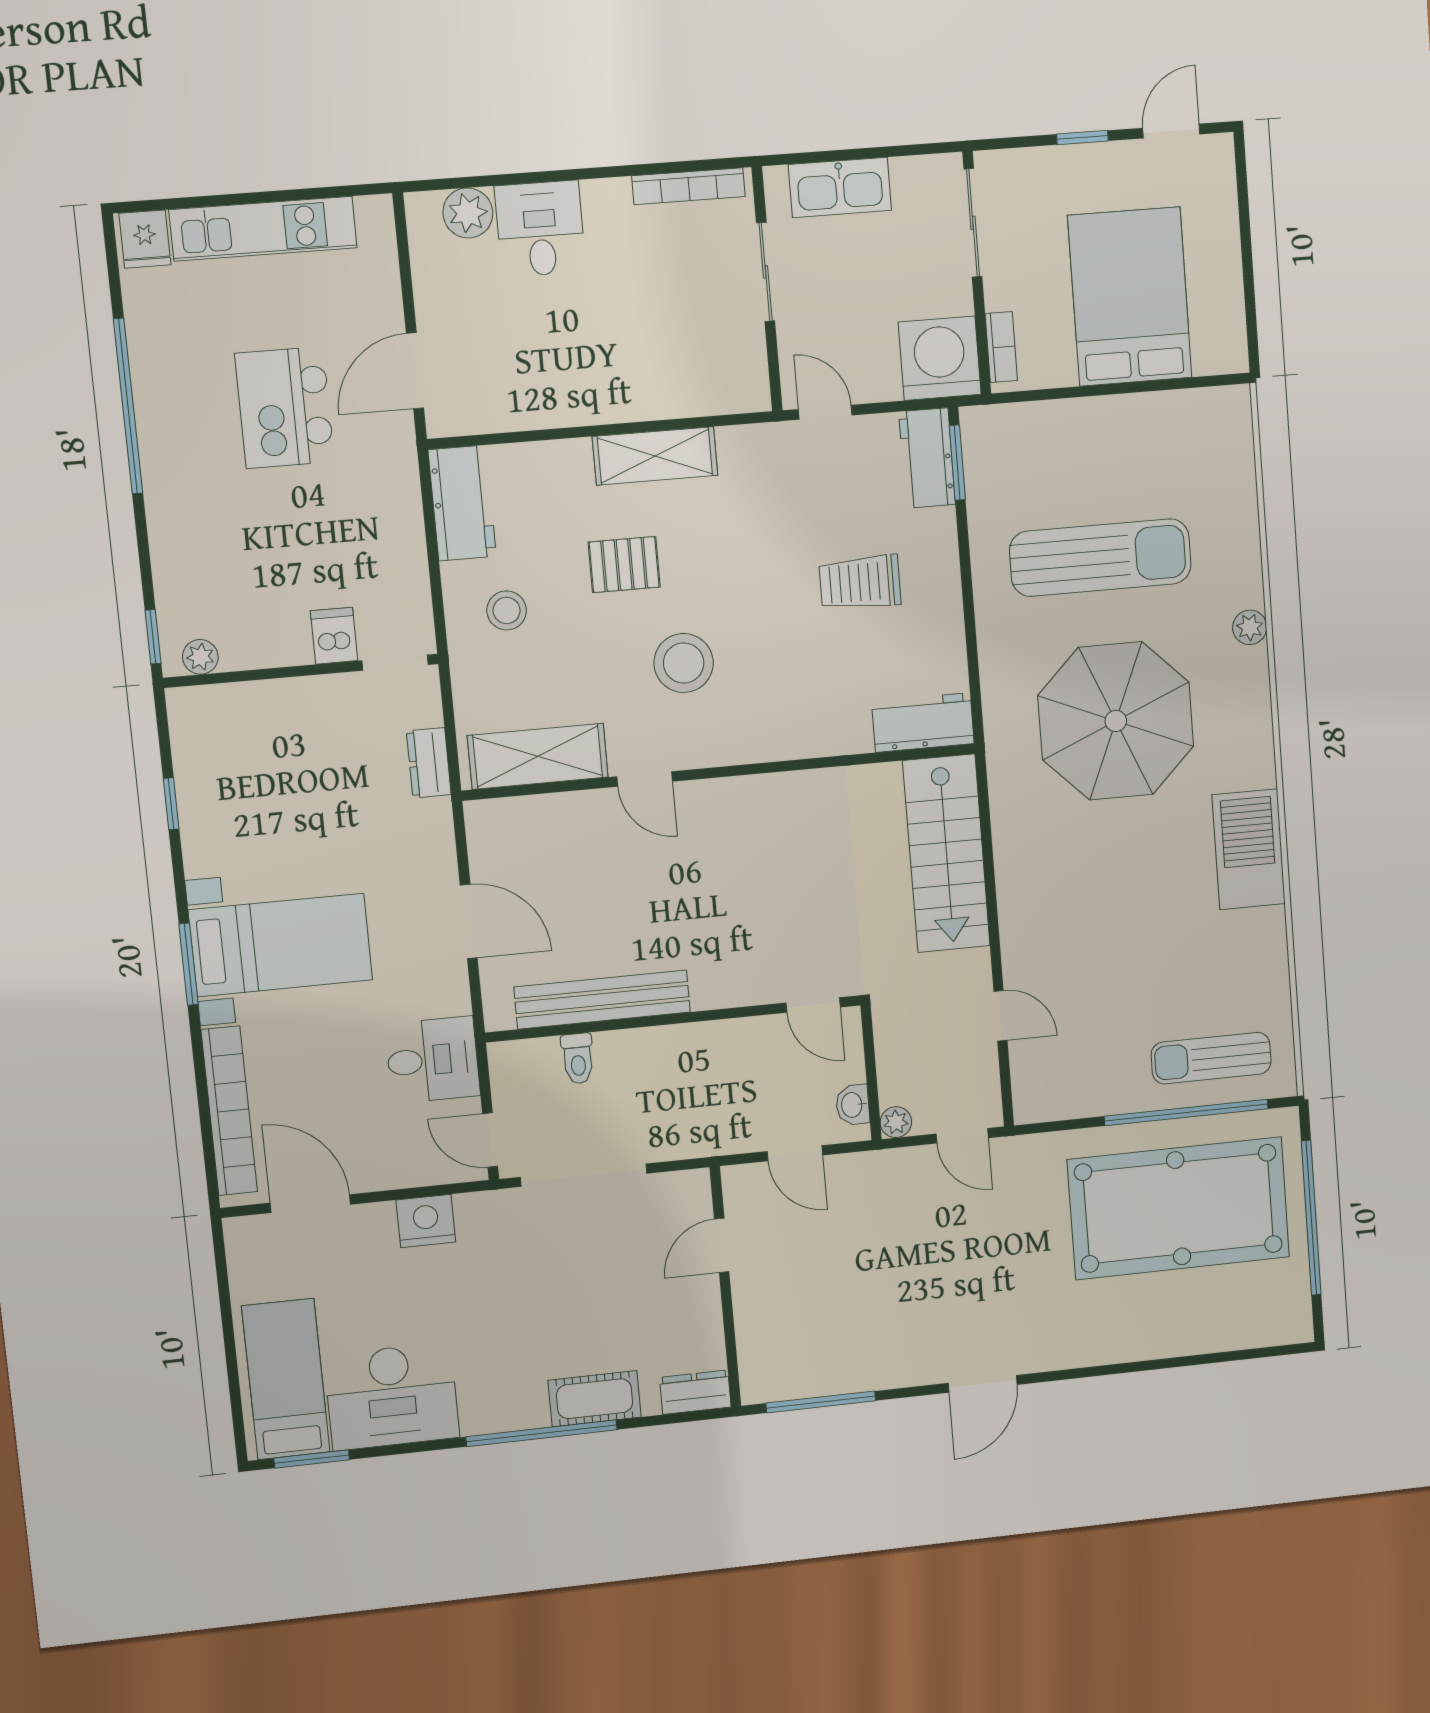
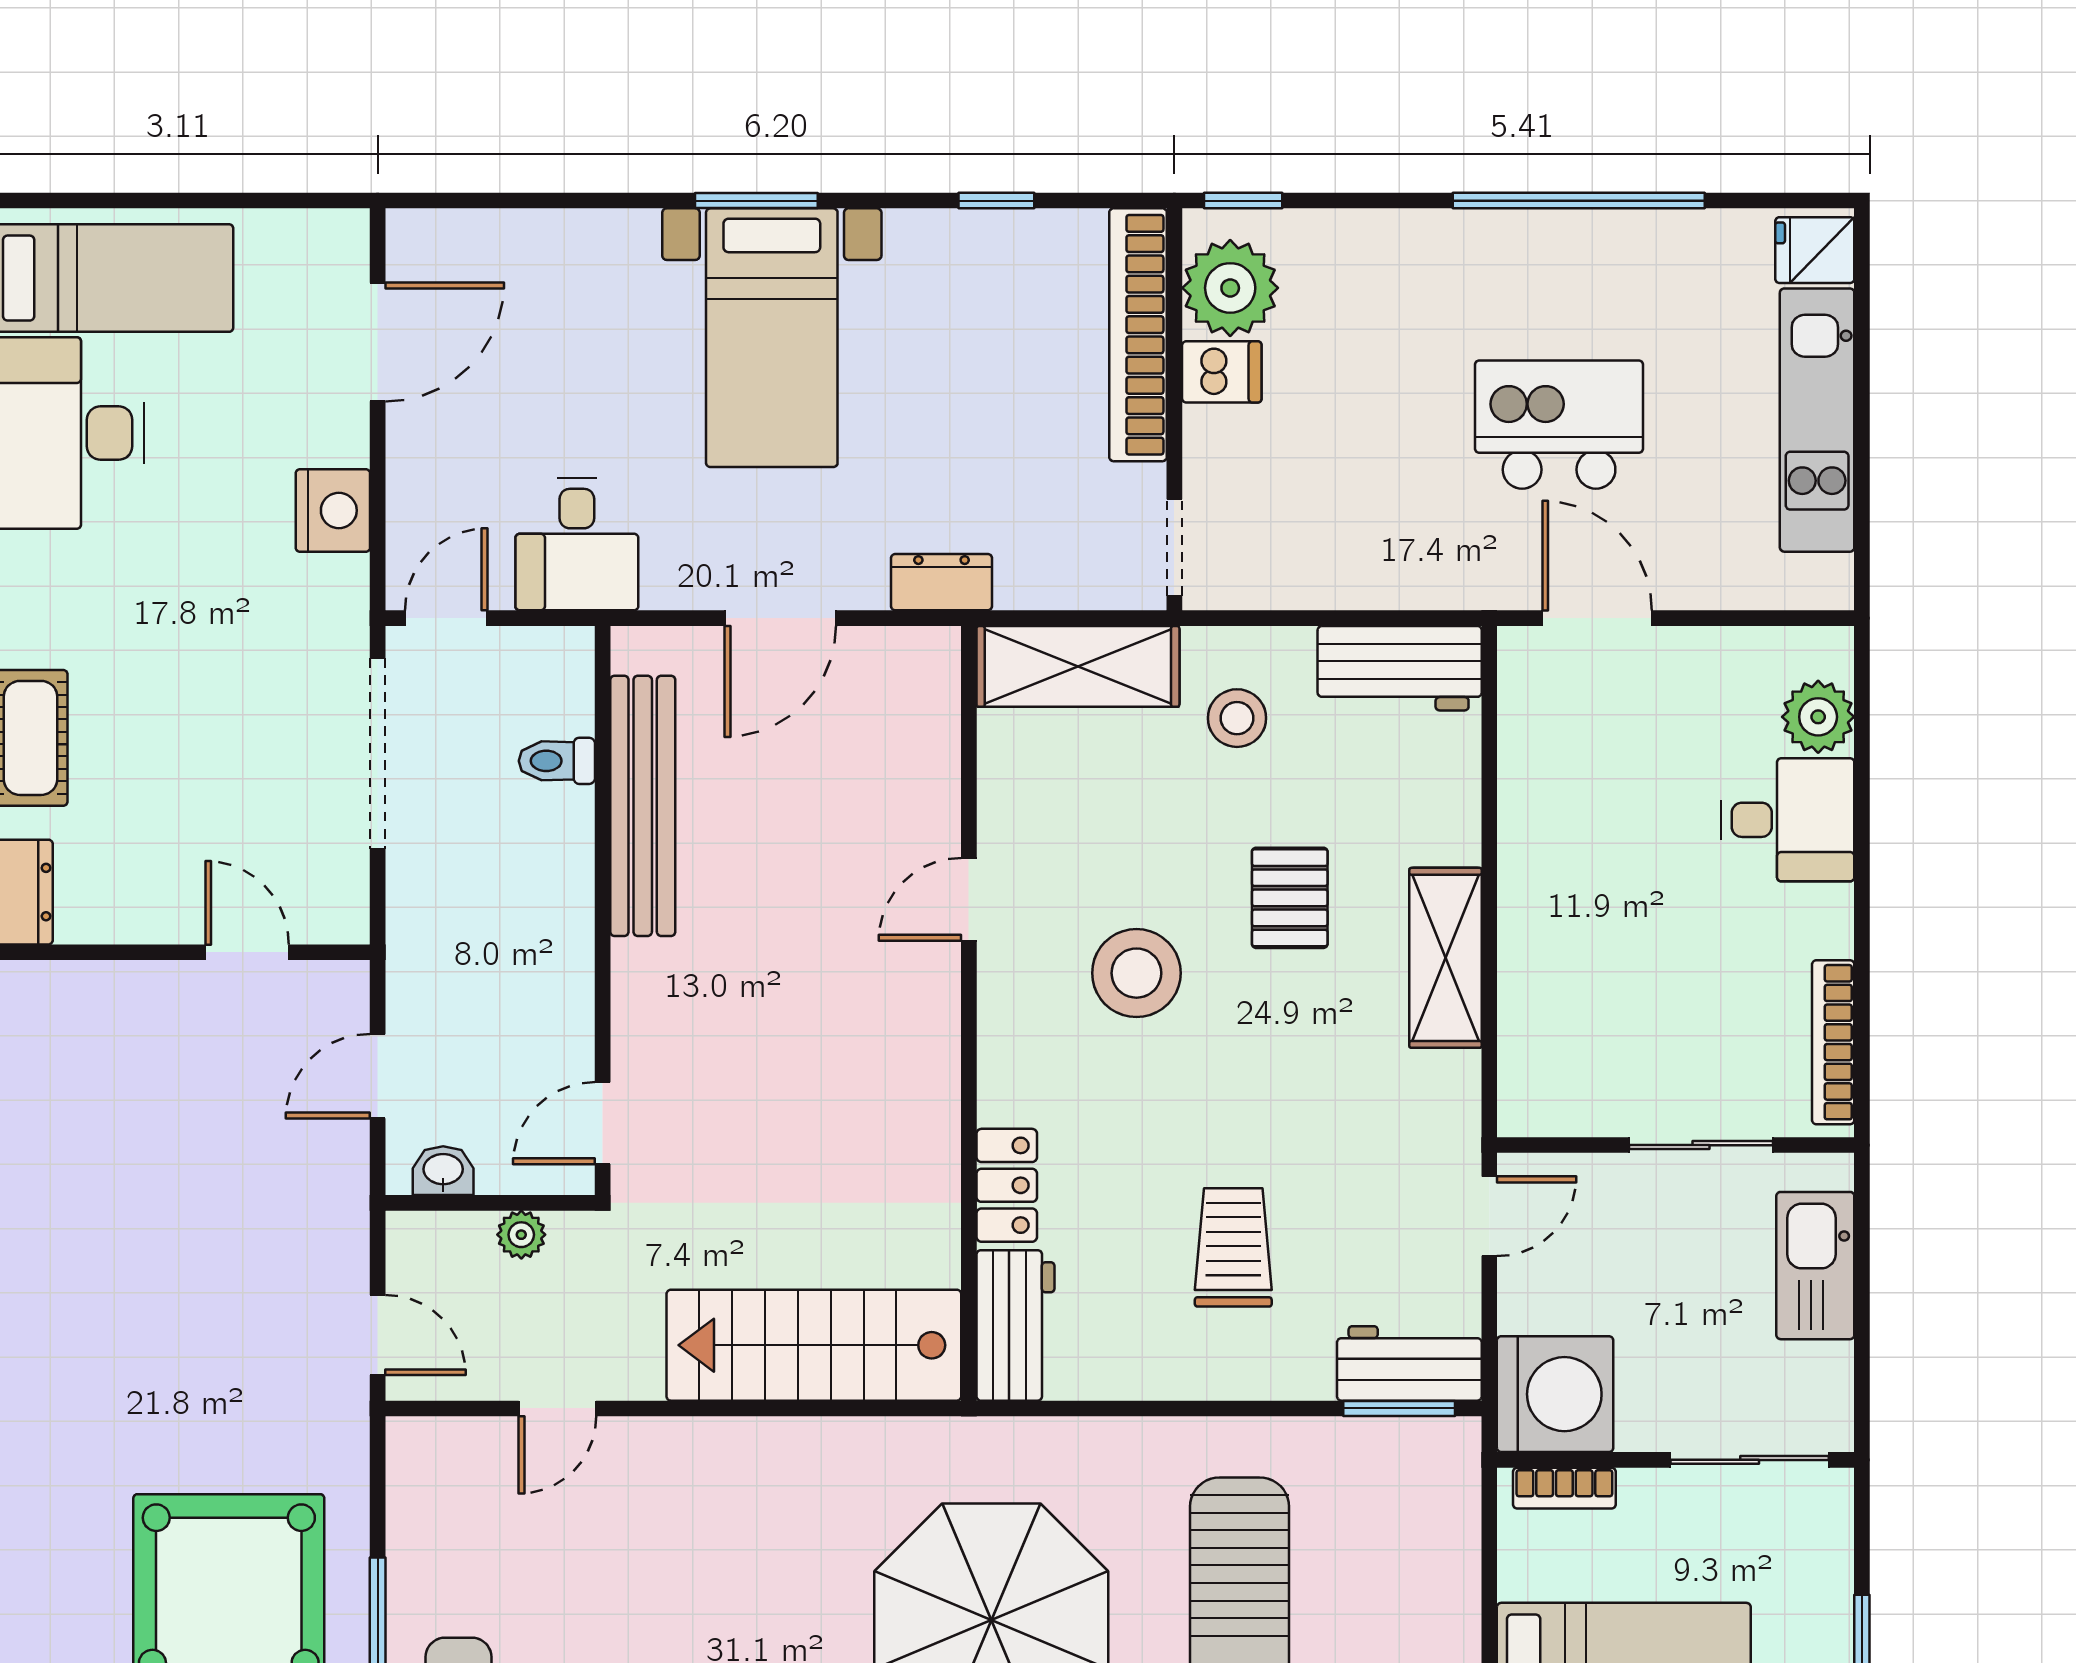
dishwasher: (334, 636) -> (1222, 372), moved
plant: (200, 657) -> (1230, 288), width x1.87, depth x1.87
locker: (832, 737) -> (1007, 1185), added
shelving: (538, 756) -> (1078, 666), moved, turned 90
dresser: (429, 763) -> (942, 582), moved
bookcase: (229, 1111) -> (1138, 335), moved, turned 90
plant: (896, 1122) -> (521, 1235), moved
door: (962, 1136) -> (378, 1335), swing flipped

